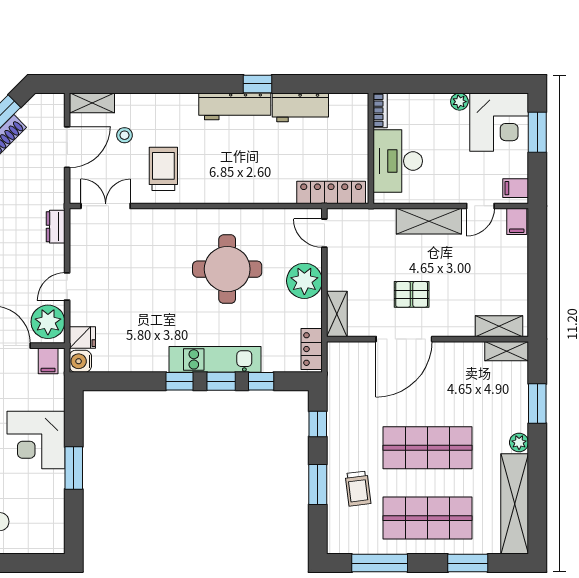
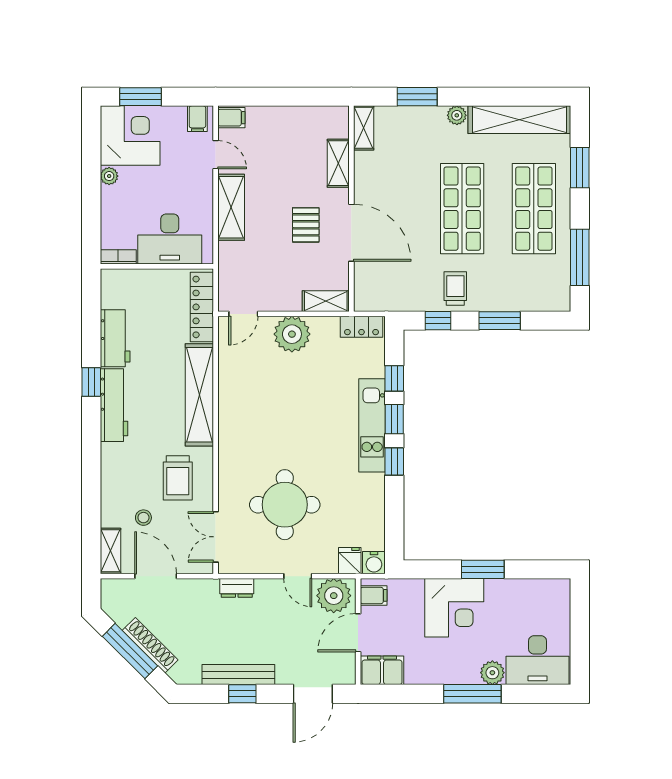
trolley: (163, 169) -> (178, 478), turned -90
shelving: (245, 190) -> (199, 395), added
round table: (227, 269) -> (285, 505), moved
shelving: (499, 326) -> (338, 163), moved
trolley: (358, 489) -> (455, 289), moved, turned -83

